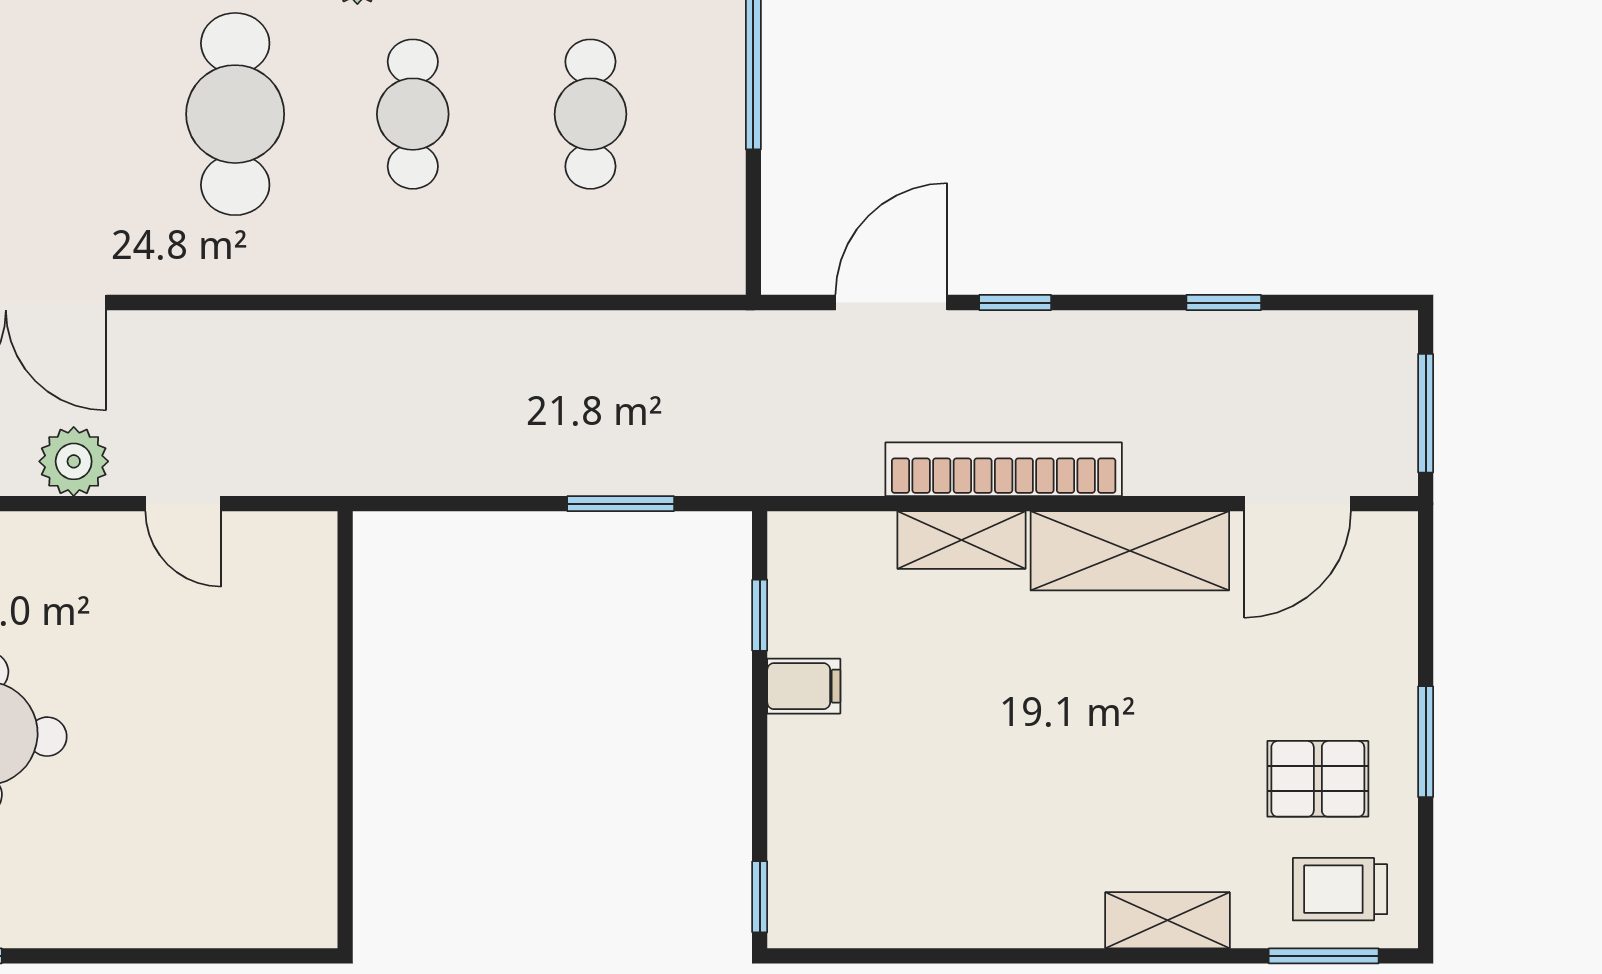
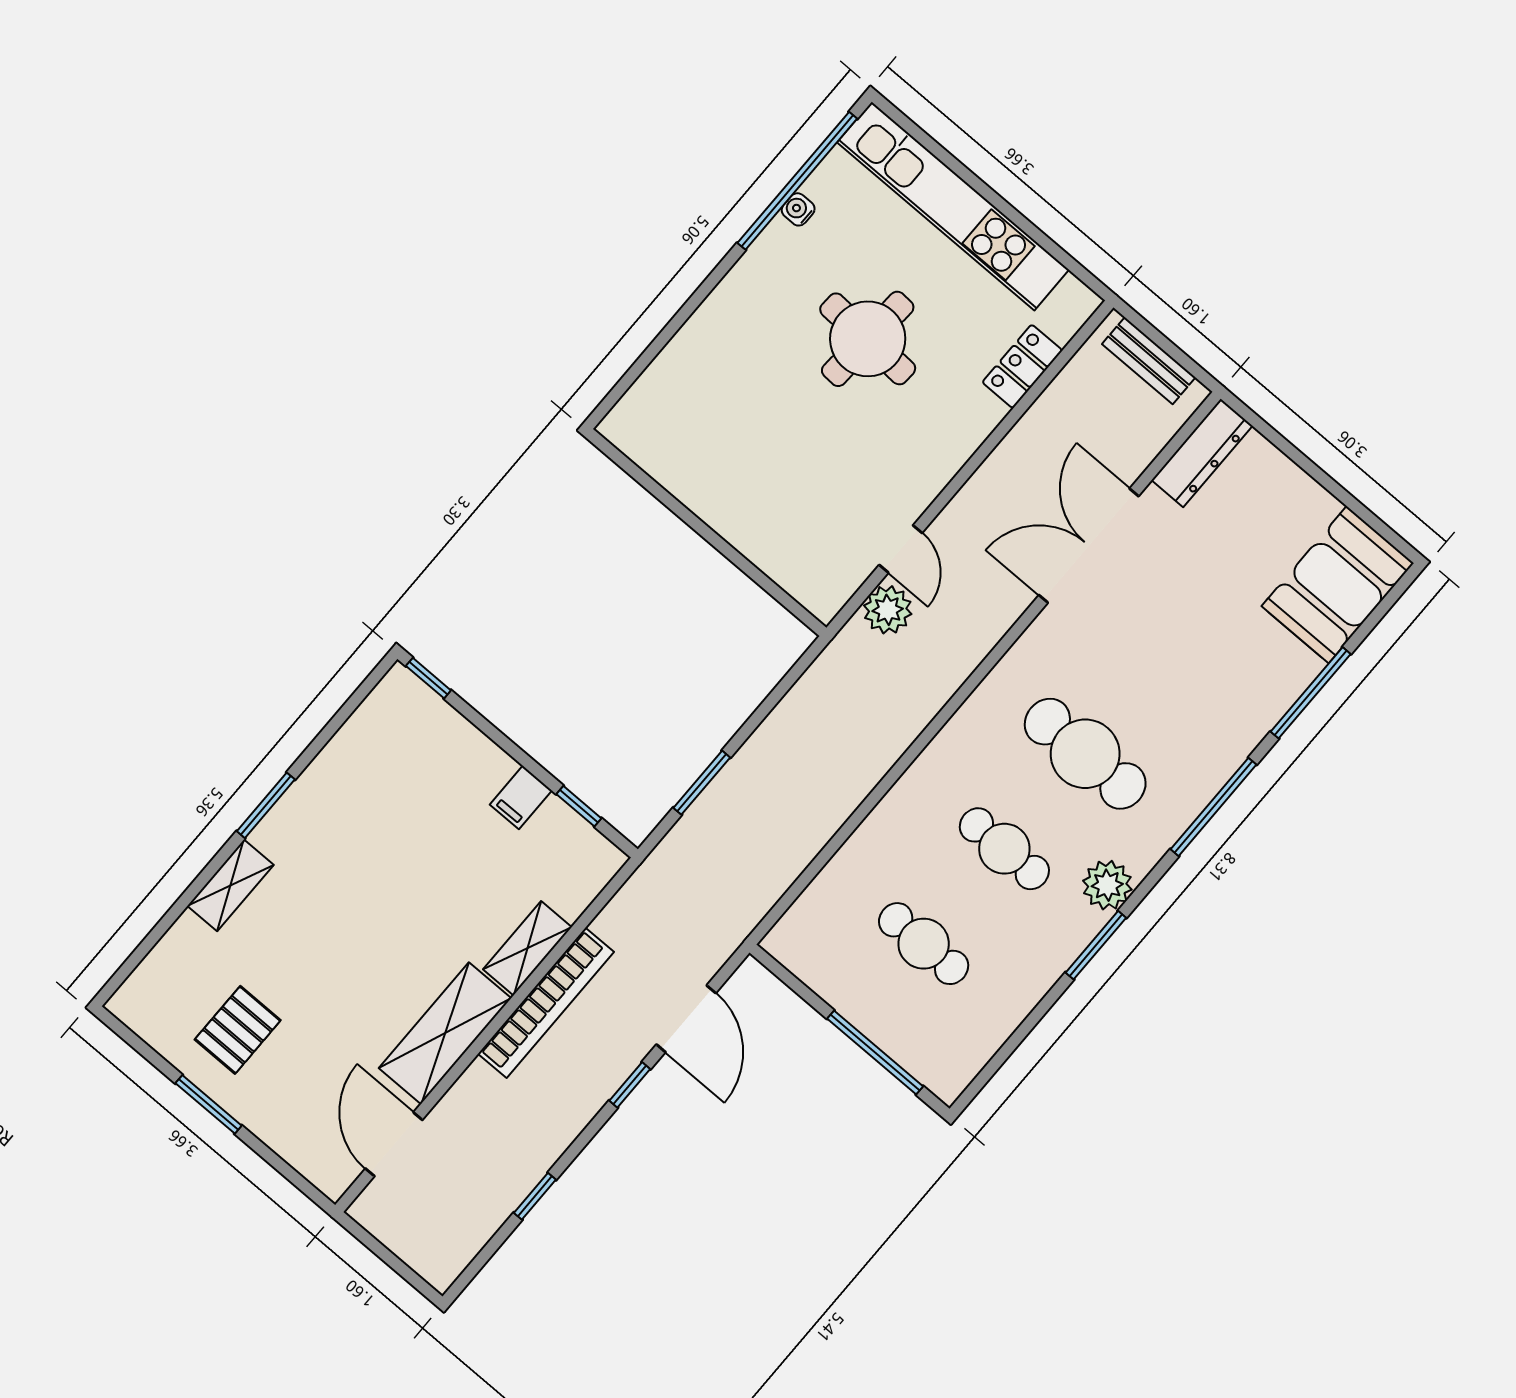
window: (1426, 413) -> (384, 1254), removed
plant: (74, 461) -> (888, 610), moved
door: (183, 504) -> (901, 549), swing flipped
trolley: (1340, 889) -> (169, 992), removed
window: (1324, 956) -> (266, 805), moved

